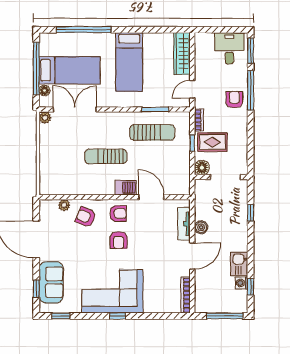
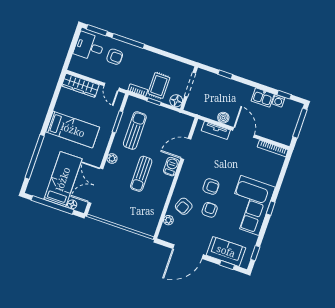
armchair: (234, 100) -> (115, 57), moved, turned 180
plant: (45, 118) -> (112, 158), moved
armchair: (118, 214) -> (210, 210), moved

